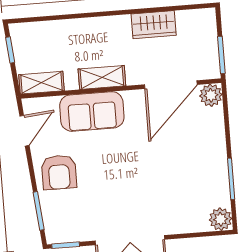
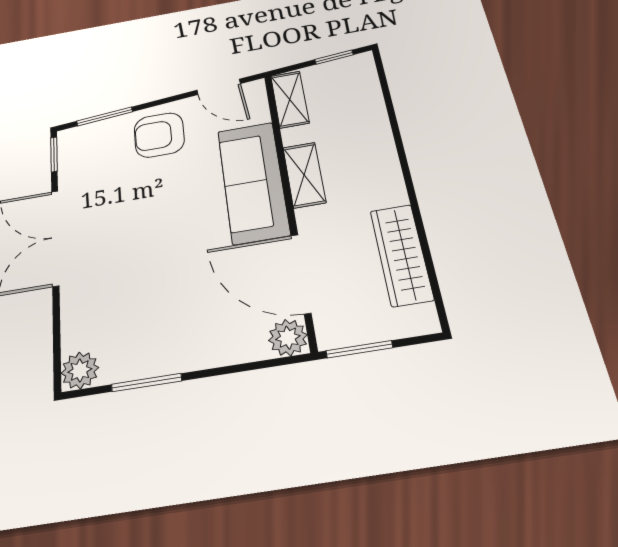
wardrobe: (154, 25) -> (401, 255), width x1.50
sofa: (92, 111) -> (253, 182), width x1.36

